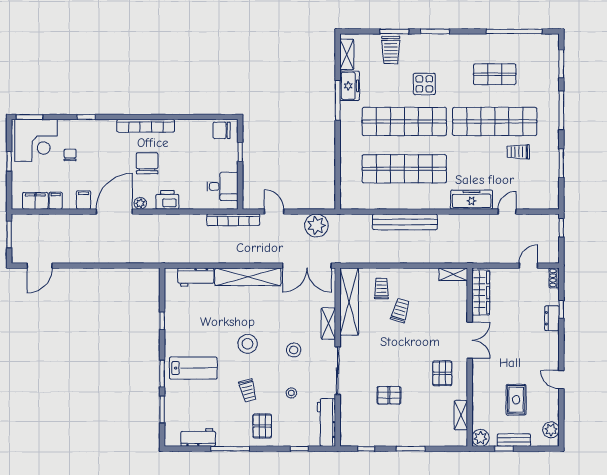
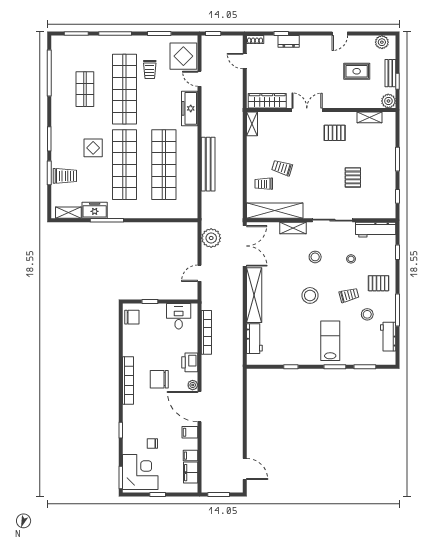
chair: (222, 130) -> (132, 317), turned -90
display table: (534, 192) -> (183, 56), added
bookcase: (233, 220) -> (206, 332), moved
stool: (225, 412) -> (367, 314), added

